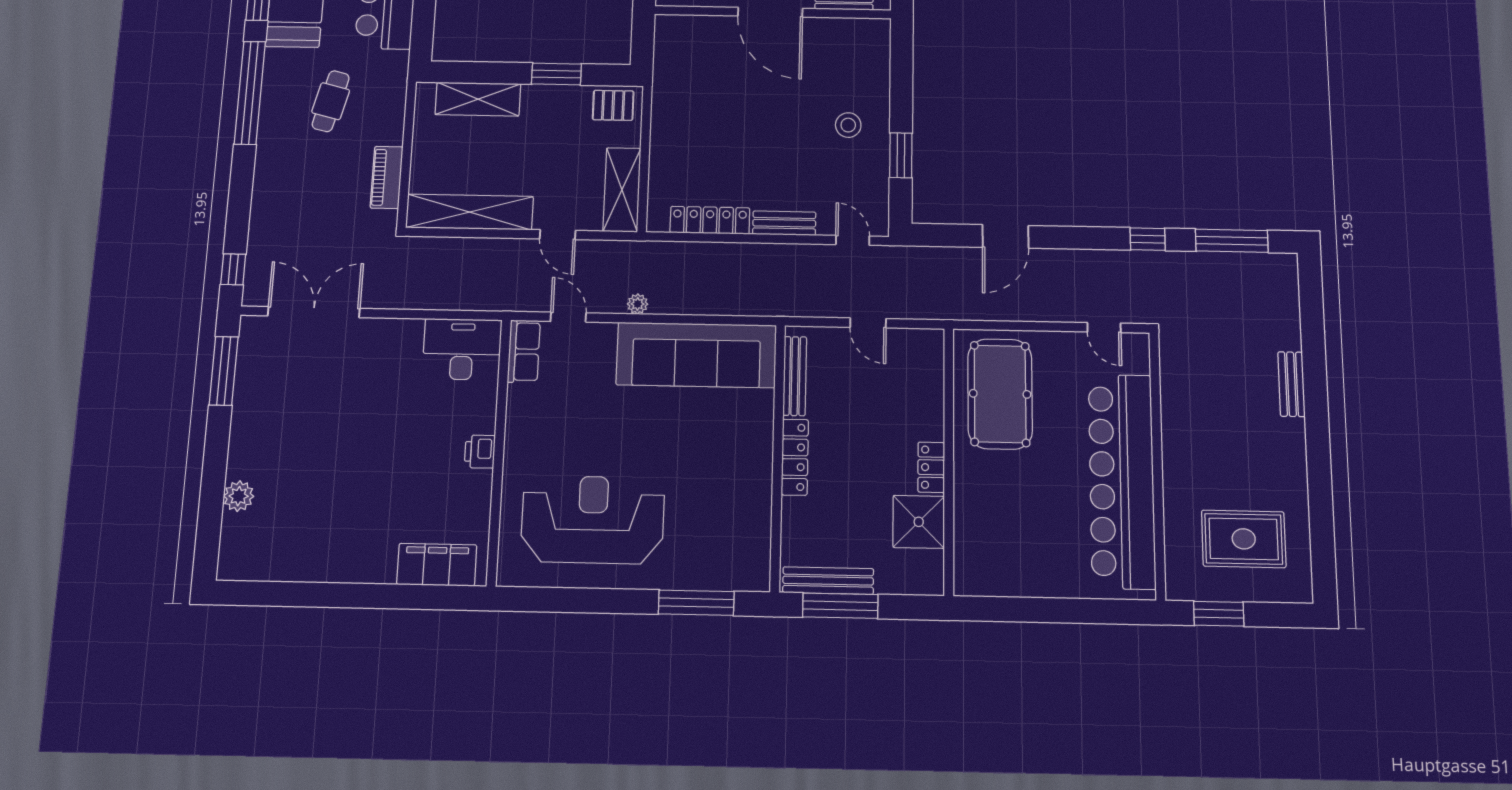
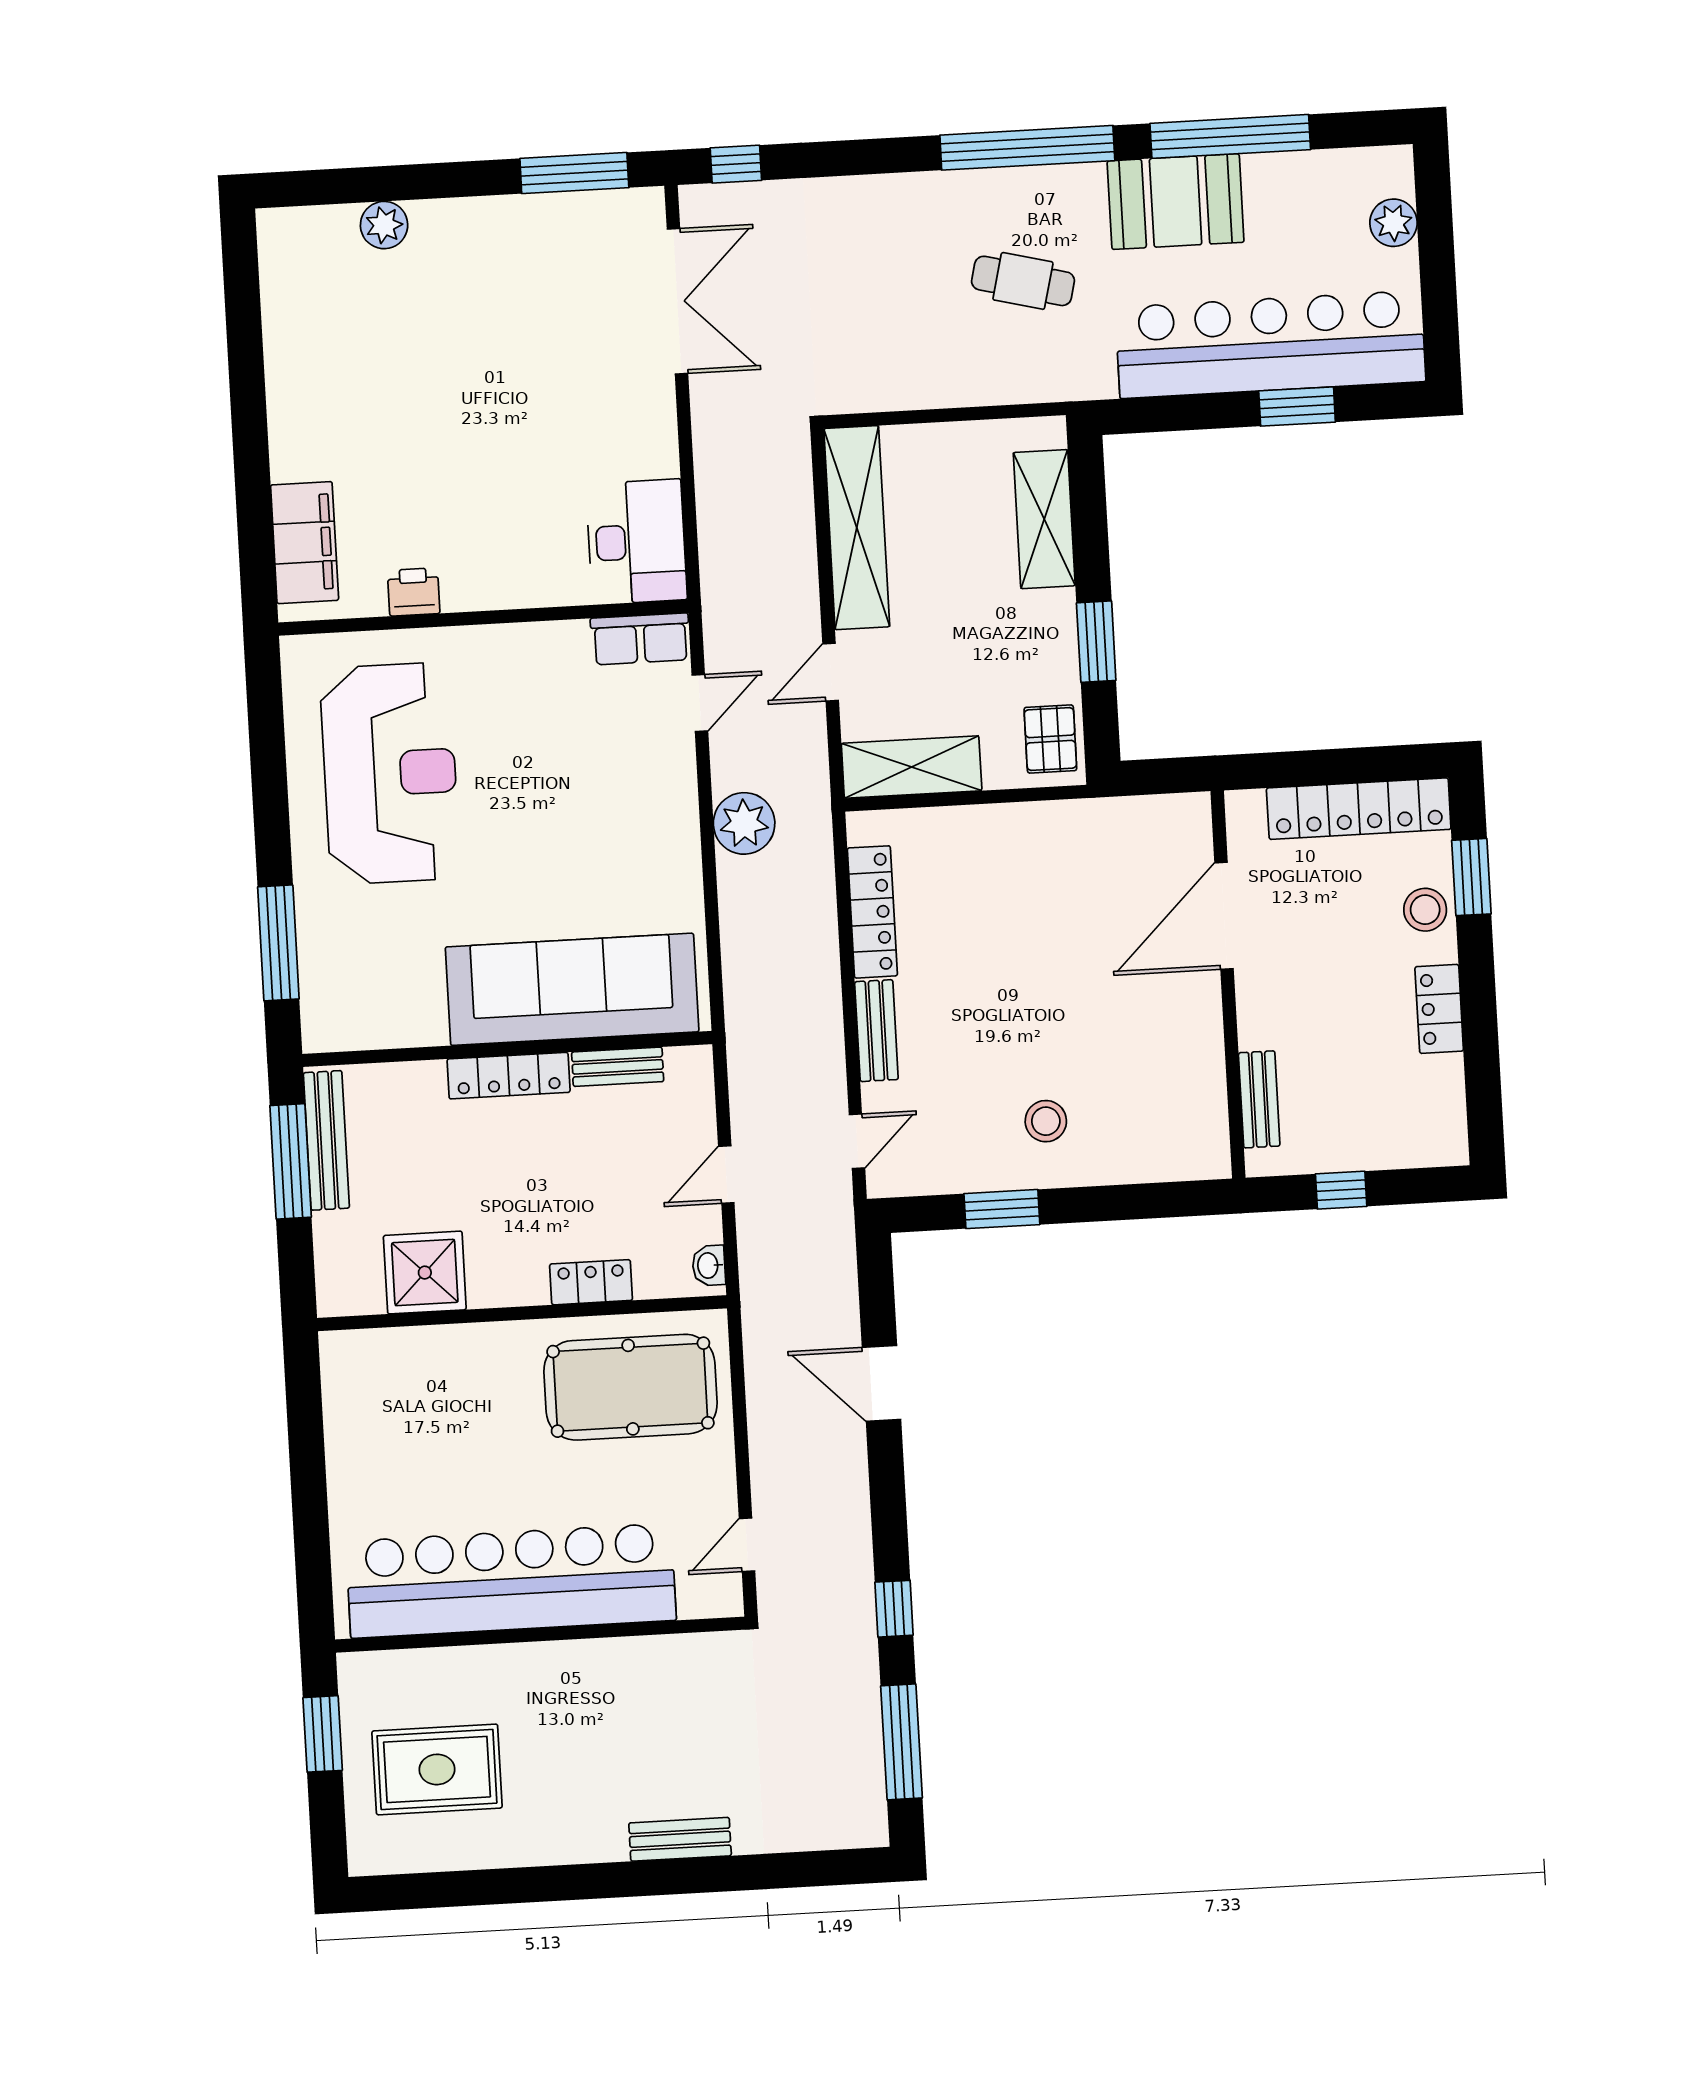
door: (770, 12) -> (1224, 916), moved
piano: (387, 177) -> (903, 388), removed
plant: (638, 304) -> (744, 823), width x1.88, depth x1.88
washbasin: (925, 338) -> (709, 1265), added
sofa: (696, 355) -> (572, 989), moved, turned 90
bench: (795, 376) -> (618, 1067), width x0.73
printer: (480, 452) -> (414, 592), moved
locker: (931, 467) -> (591, 1282), moved
rug: (1244, 539) -> (437, 1769), turned 90

